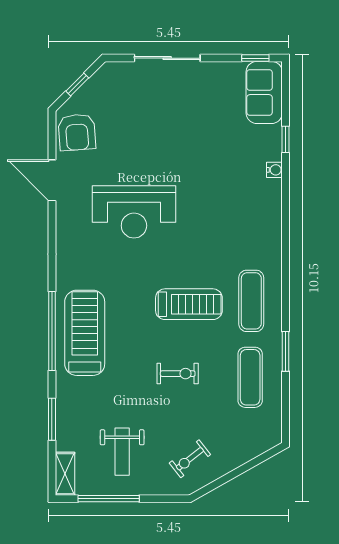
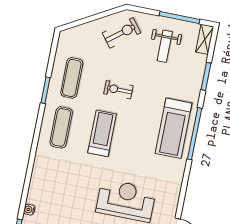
treadmill: (189, 304) -> (102, 133), turned 90
weight bench: (122, 452) -> (165, 46), turned 180
exercise bike: (190, 459) -> (122, 33), width x1.38, depth x1.39

